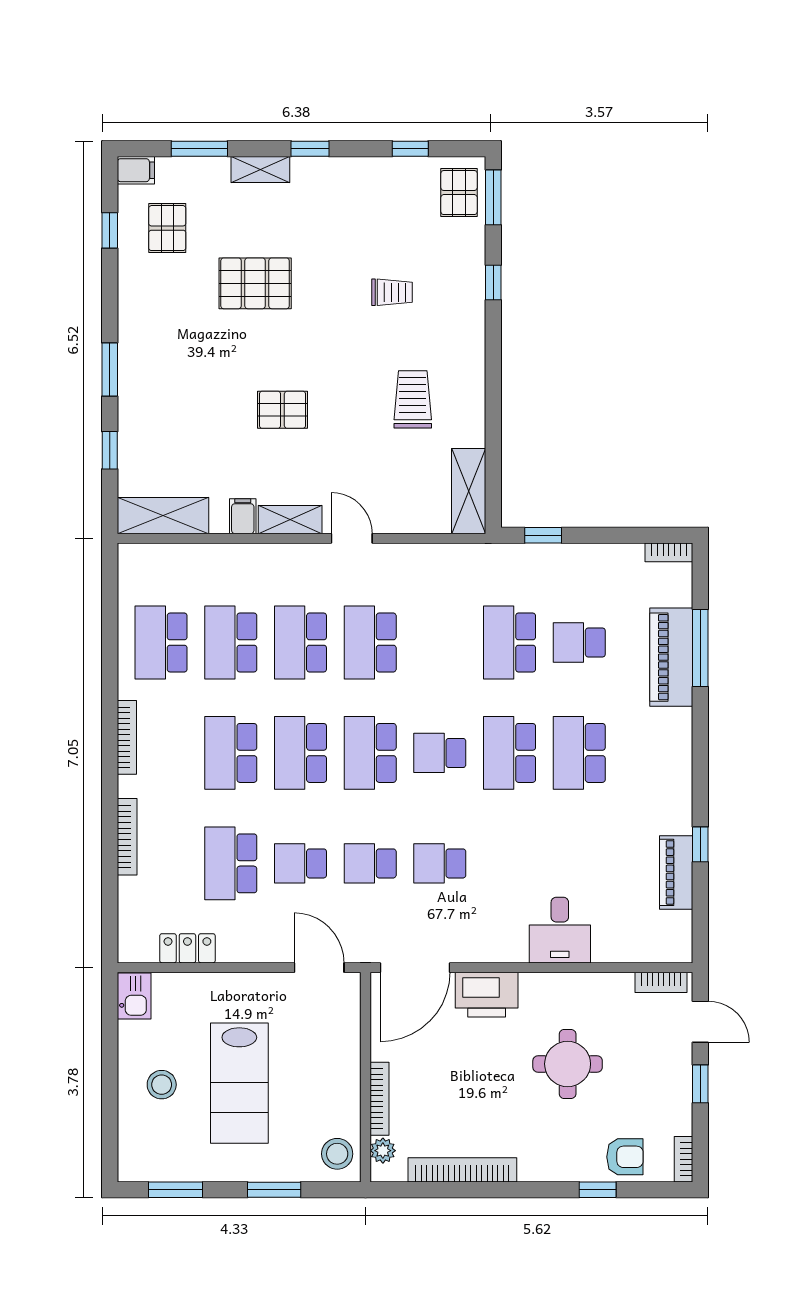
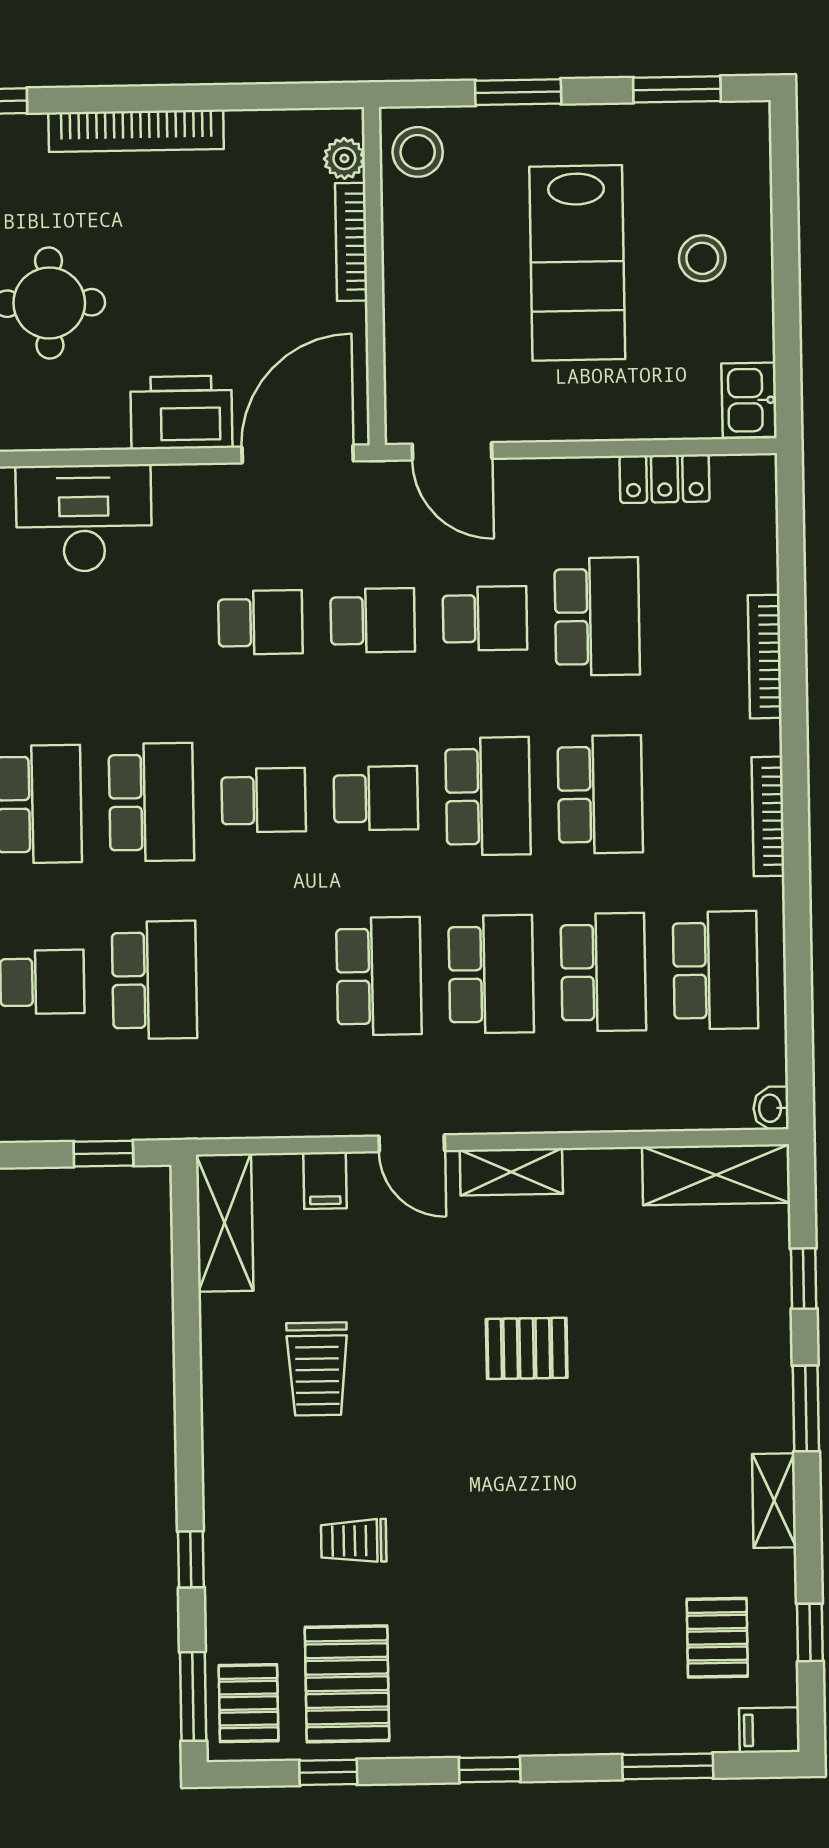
shelving: (260, 169) -> (774, 1501), moved, turned 90
pallet: (255, 283) -> (347, 1684), moved, turned 90
filing cabinet: (243, 516) -> (325, 1180), moved
washbasin: (128, 556) -> (771, 1108), added
school desk: (370, 753) -> (376, 798), width x0.54
desk: (560, 930) -> (84, 518), width x1.37
lab bench: (239, 1083) -> (577, 263), turned 180
bookcase: (462, 1170) -> (136, 131), moved

